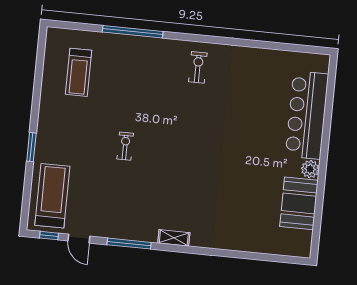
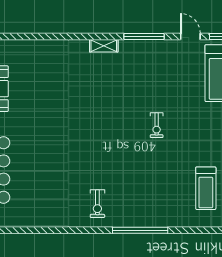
window: (133, 32) -> (140, 230), moved
treadmill: (79, 72) -> (206, 188), turned 180

